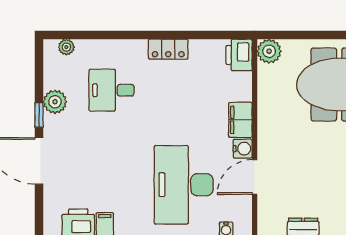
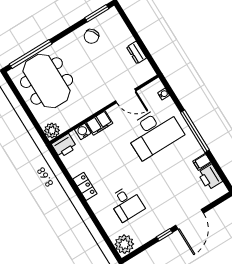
plant: (66, 47) -> (124, 244), width x1.88, depth x1.88
plant: (55, 102) -> (152, 230), removed
water cooler: (243, 149) -> (83, 131), moved

